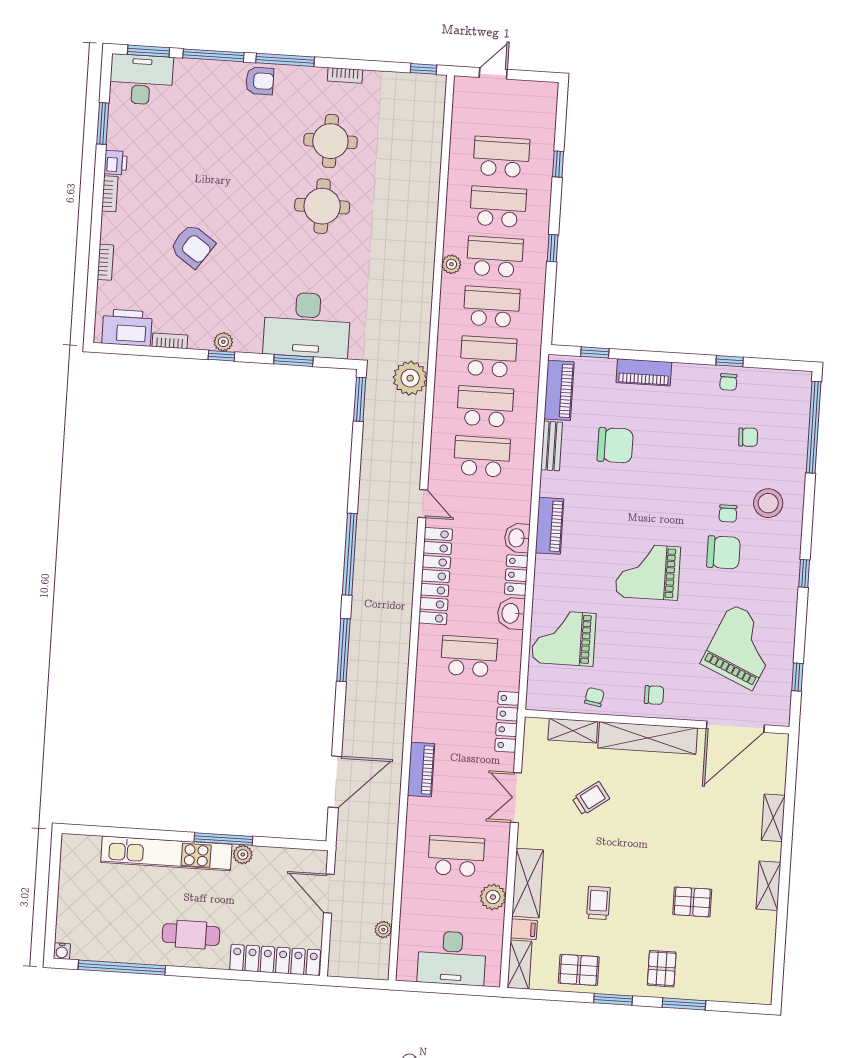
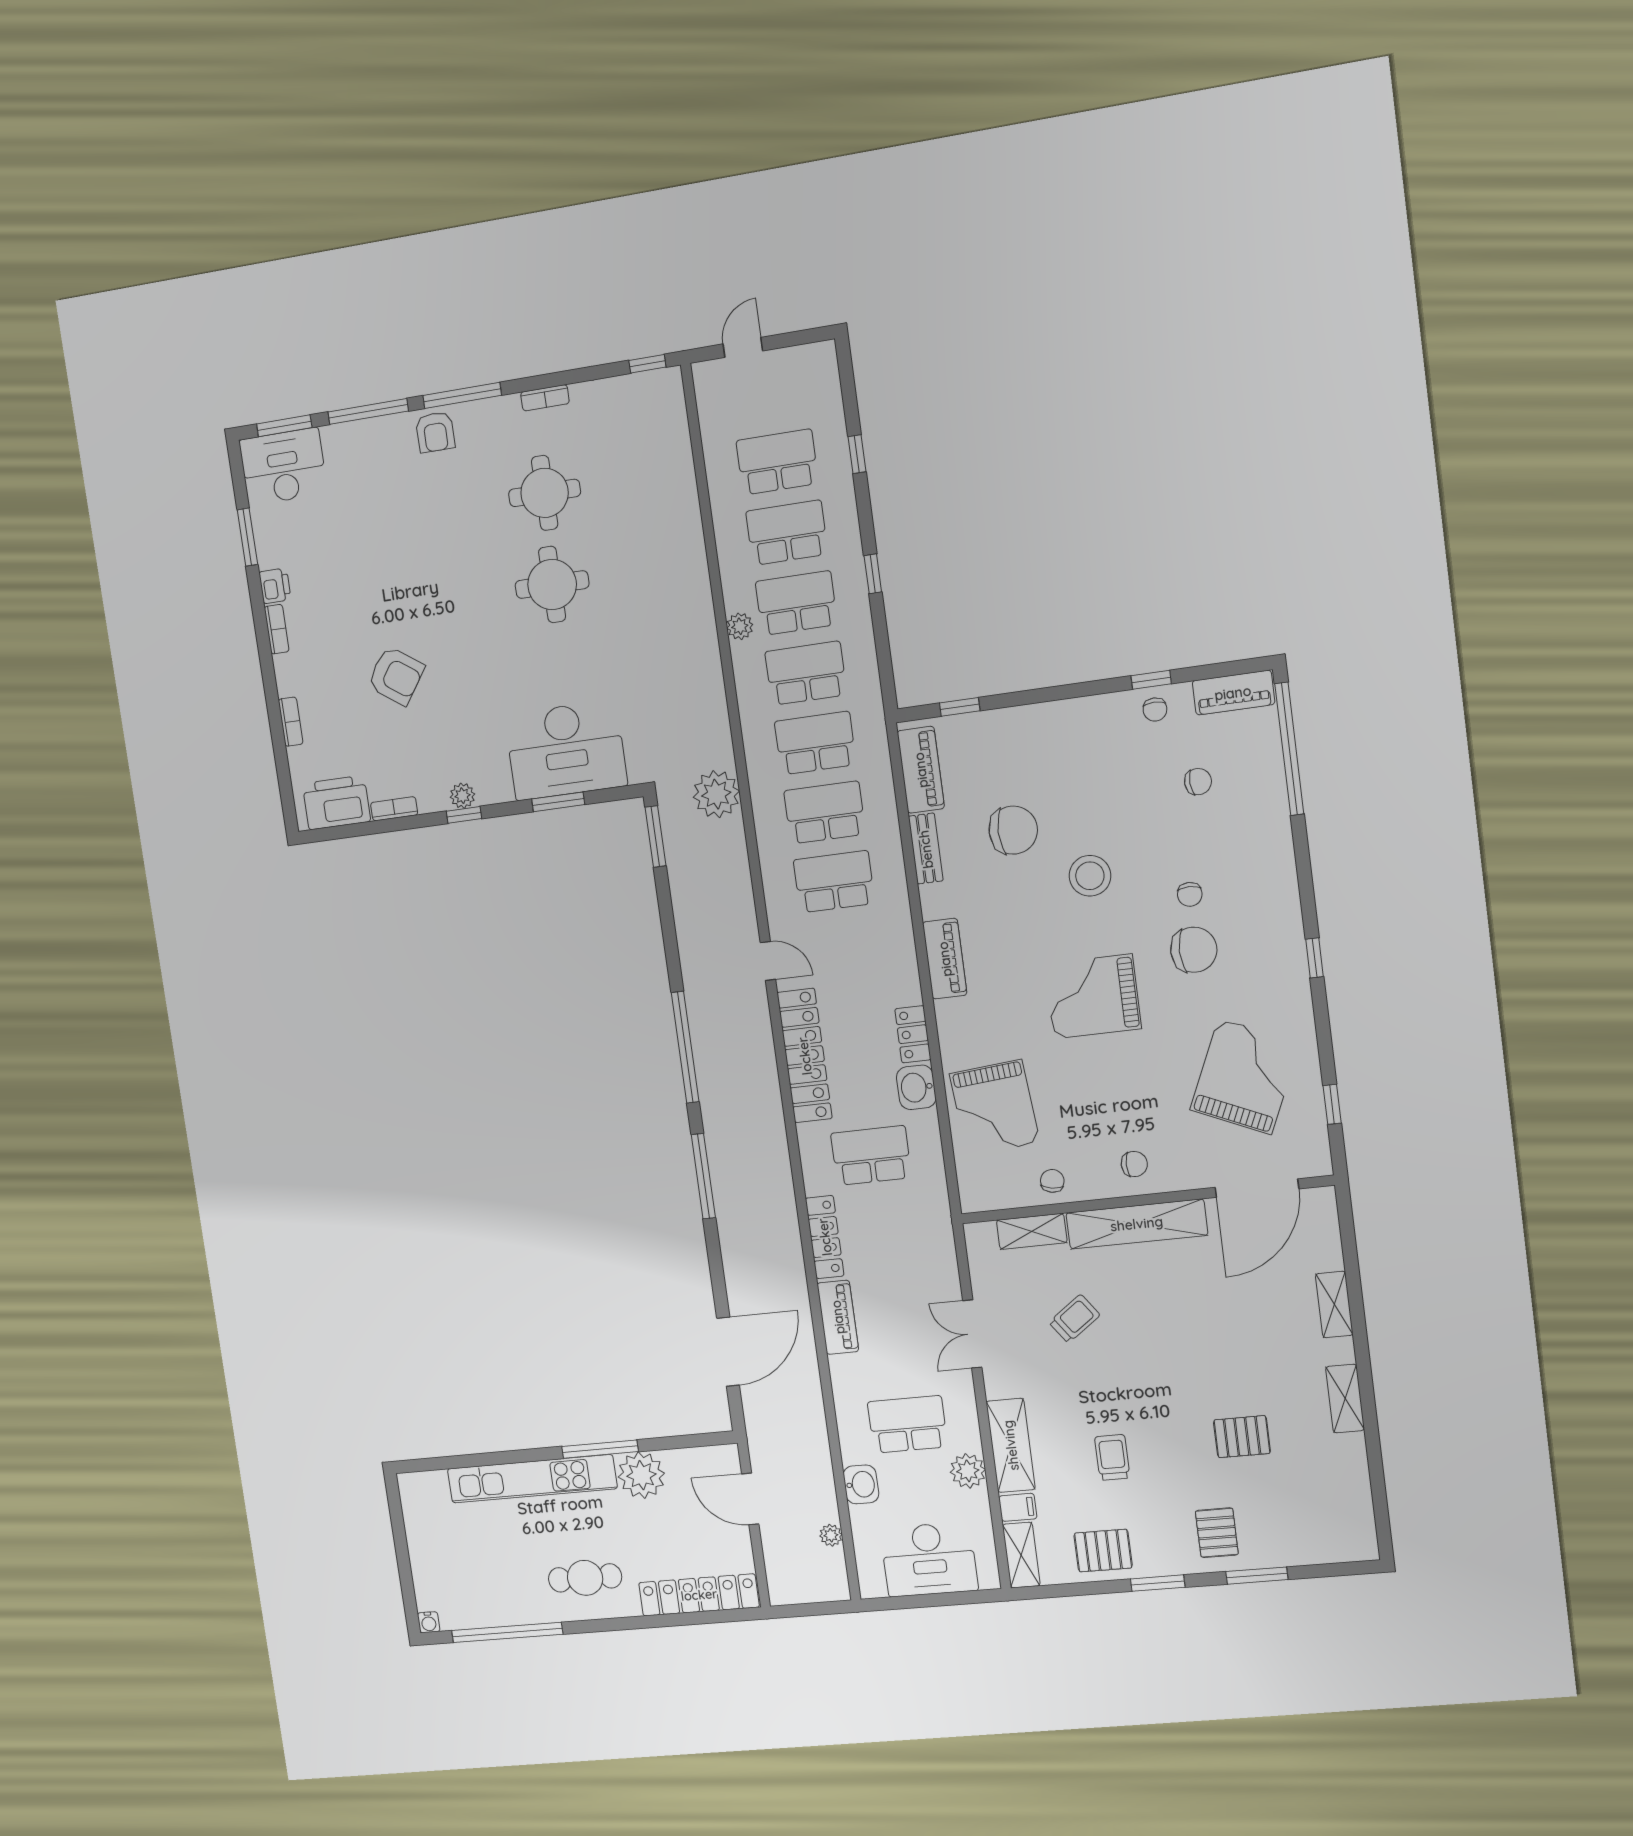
armchair: (260, 81) -> (435, 432), turned 90
piano: (644, 372) -> (1233, 693), moved
stool: (768, 503) -> (1090, 876), moved
washbasin: (517, 538) -> (861, 1484), moved, turned 180
grand piano: (564, 638) -> (995, 1108), turned -95
locker: (507, 722) -> (825, 1237), moved, turned 180
plant: (243, 855) -> (641, 1475), width x1.88, depth x1.88

